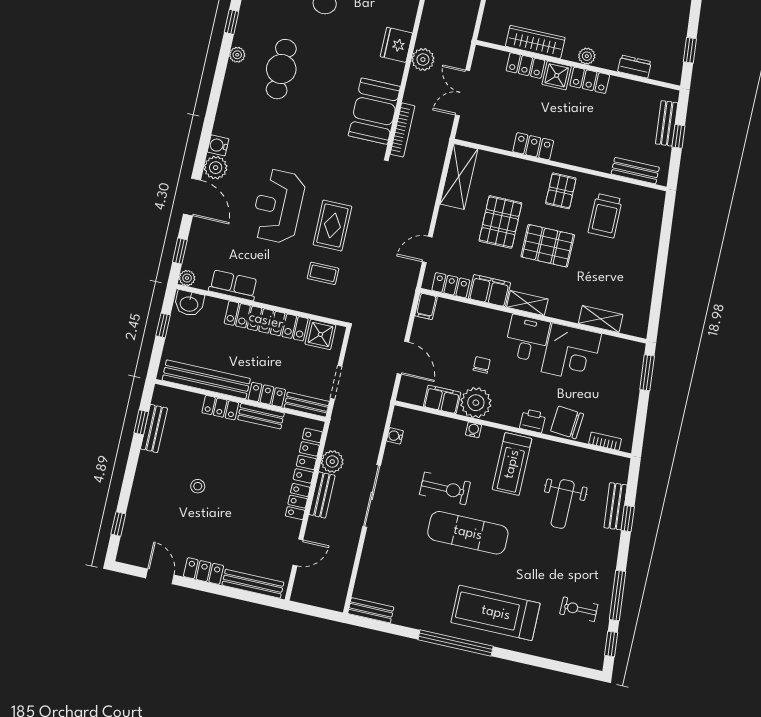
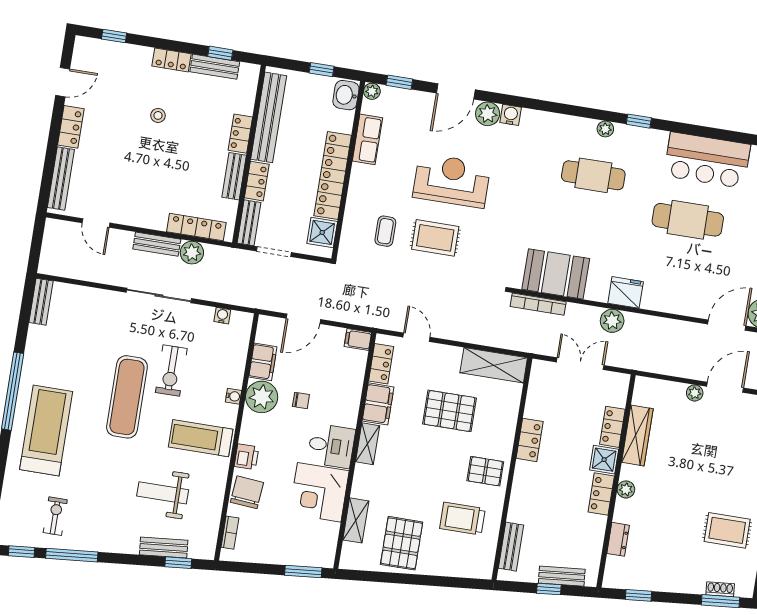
pallet: (548, 246) -> (402, 543), moved
locker: (298, 502) -> (171, 60), moved, turned 180
window: (628, 519) -> (178, 563), moved

